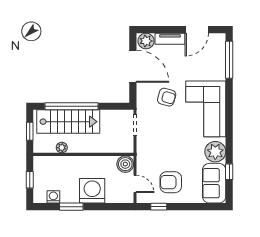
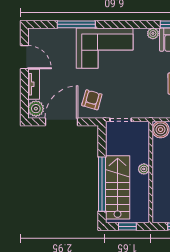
window: (229, 60) -> (76, 24), moved
armchair: (167, 97) -> (92, 100), moved
plant: (62, 148) -> (144, 169), moved
plant: (215, 152) -> (153, 33), width x0.53, depth x0.53

